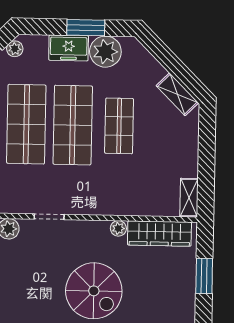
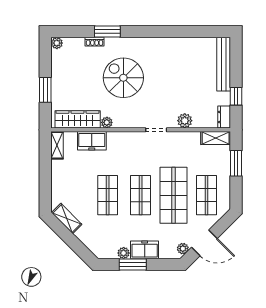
plant: (105, 52) -> (124, 253), width x0.53, depth x0.53
shop shelf: (73, 125) -> (141, 195), width x0.70, depth x0.74
freezer: (140, 203) -> (92, 141), added

